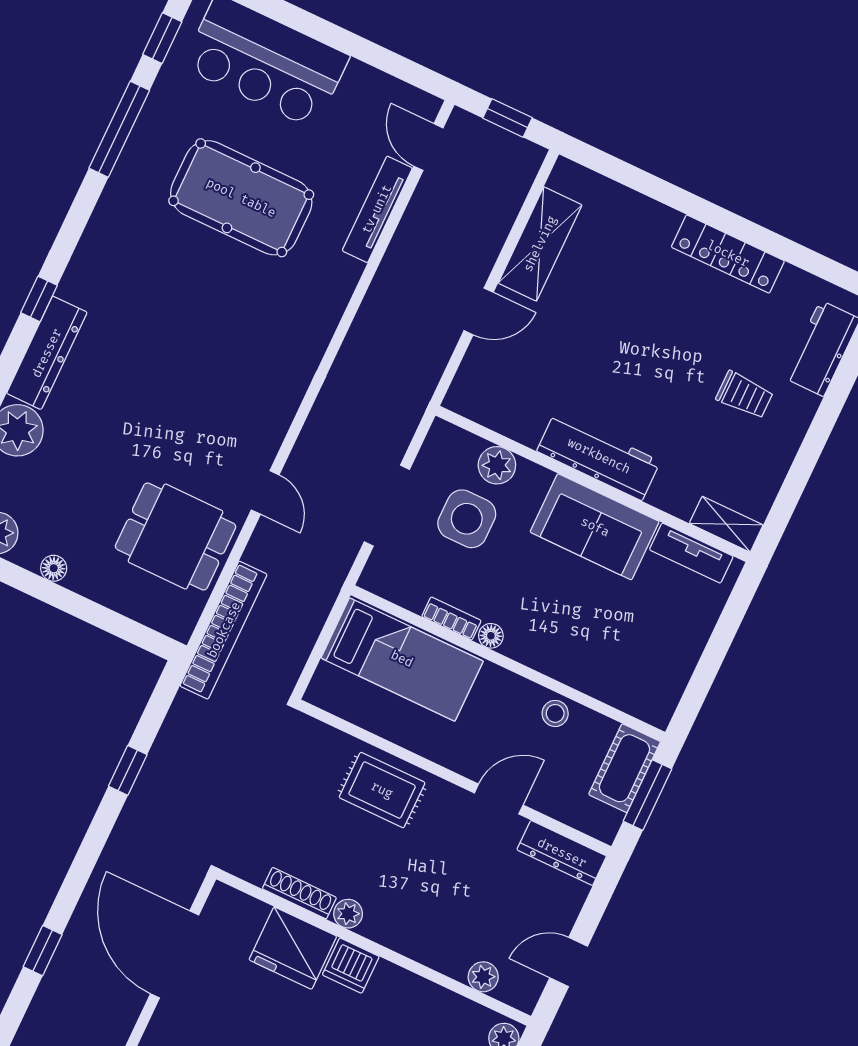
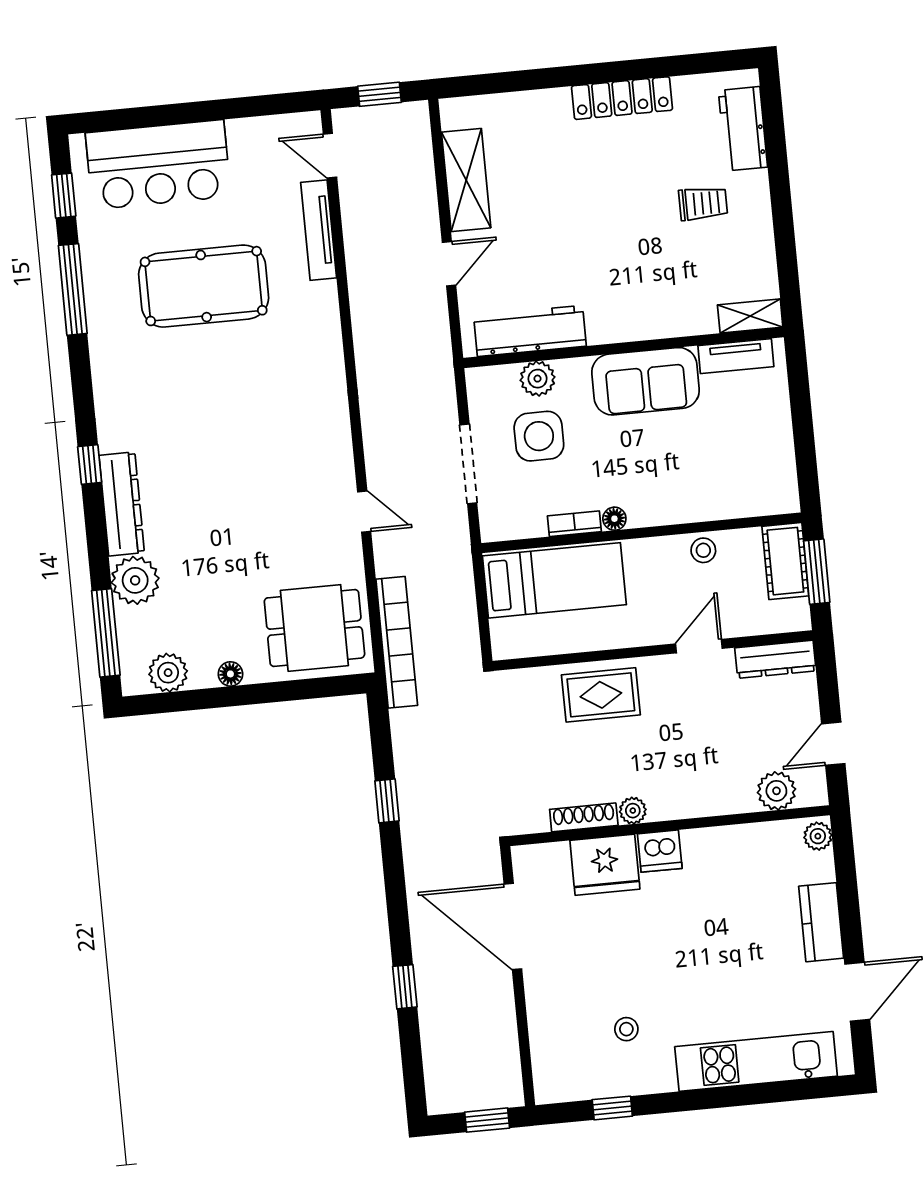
workbench: (599, 456) -> (530, 331), moved
dining table: (176, 537) -> (314, 628), moved
plant: (483, 977) -> (776, 791), width x1.38, depth x1.38

